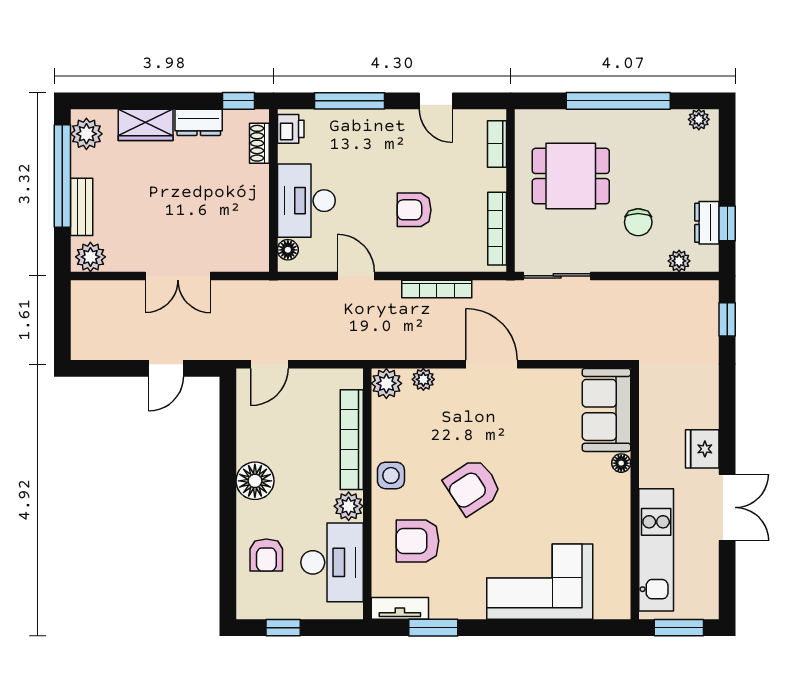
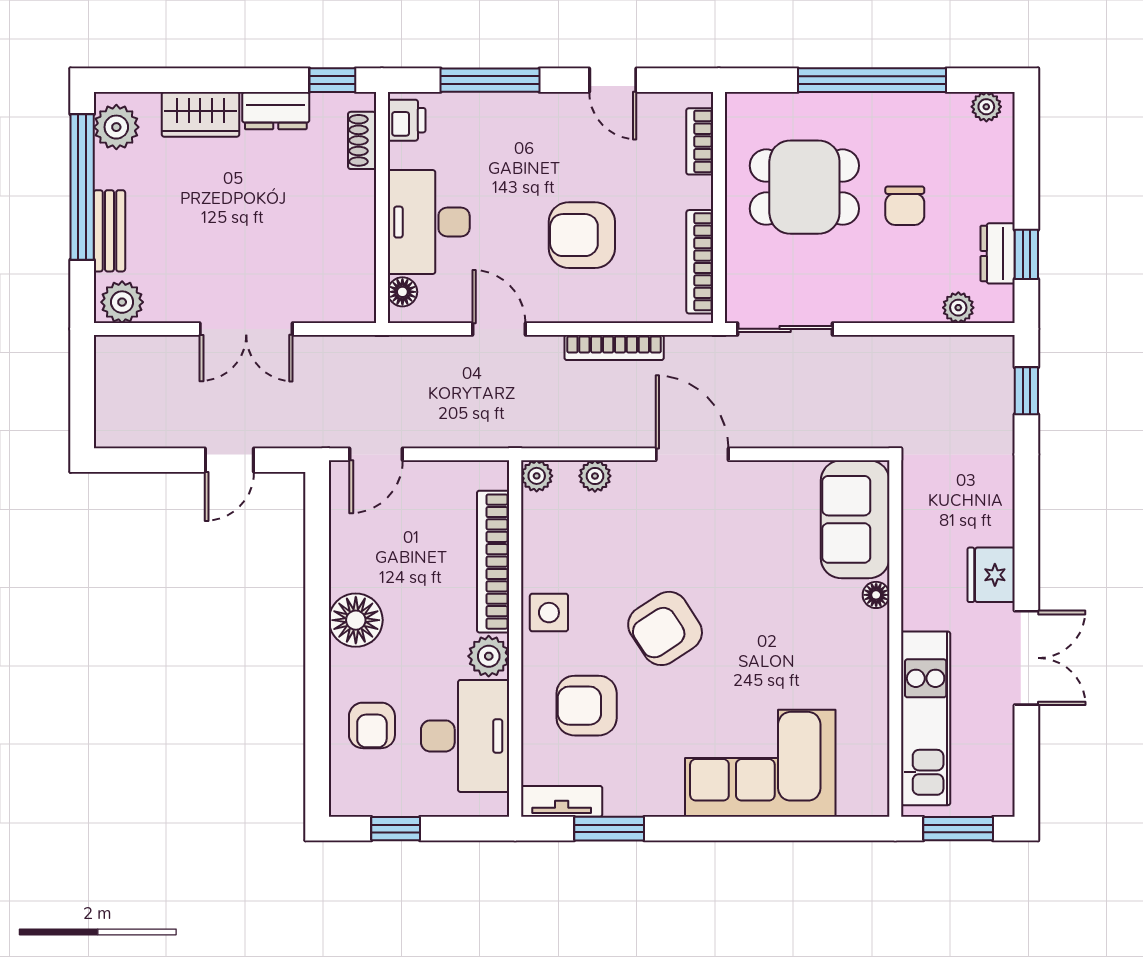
armchair: (414, 210) -> (582, 235), width x1.38, depth x1.38
chair: (638, 222) -> (905, 206), moved
plant: (386, 383) -> (537, 476), width x0.73, depth x0.73

